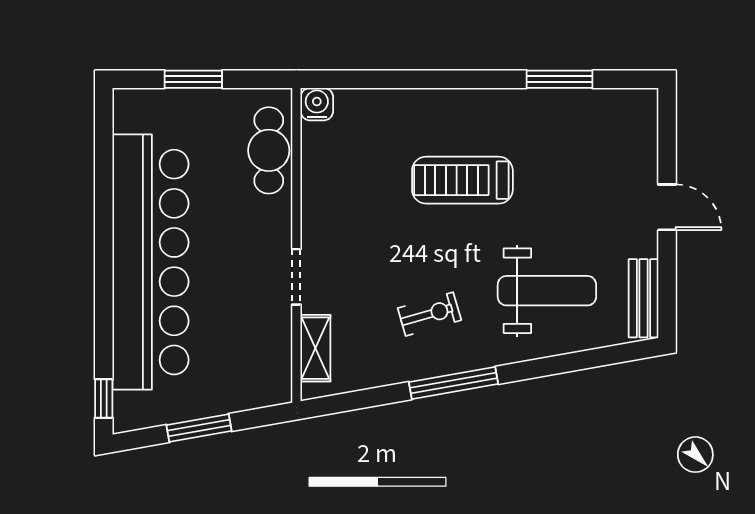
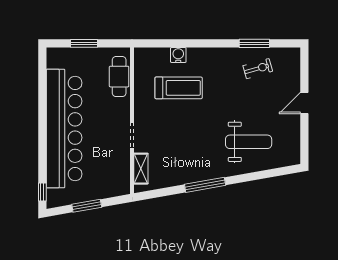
water cooler: (317, 104) -> (178, 55), moved
treadmill: (462, 180) -> (179, 88), moved, turned 180
door: (667, 207) -> (304, 103), swing flipped
bench: (644, 298) -> (294, 145), removed
exercise bike: (429, 314) -> (258, 69), moved

